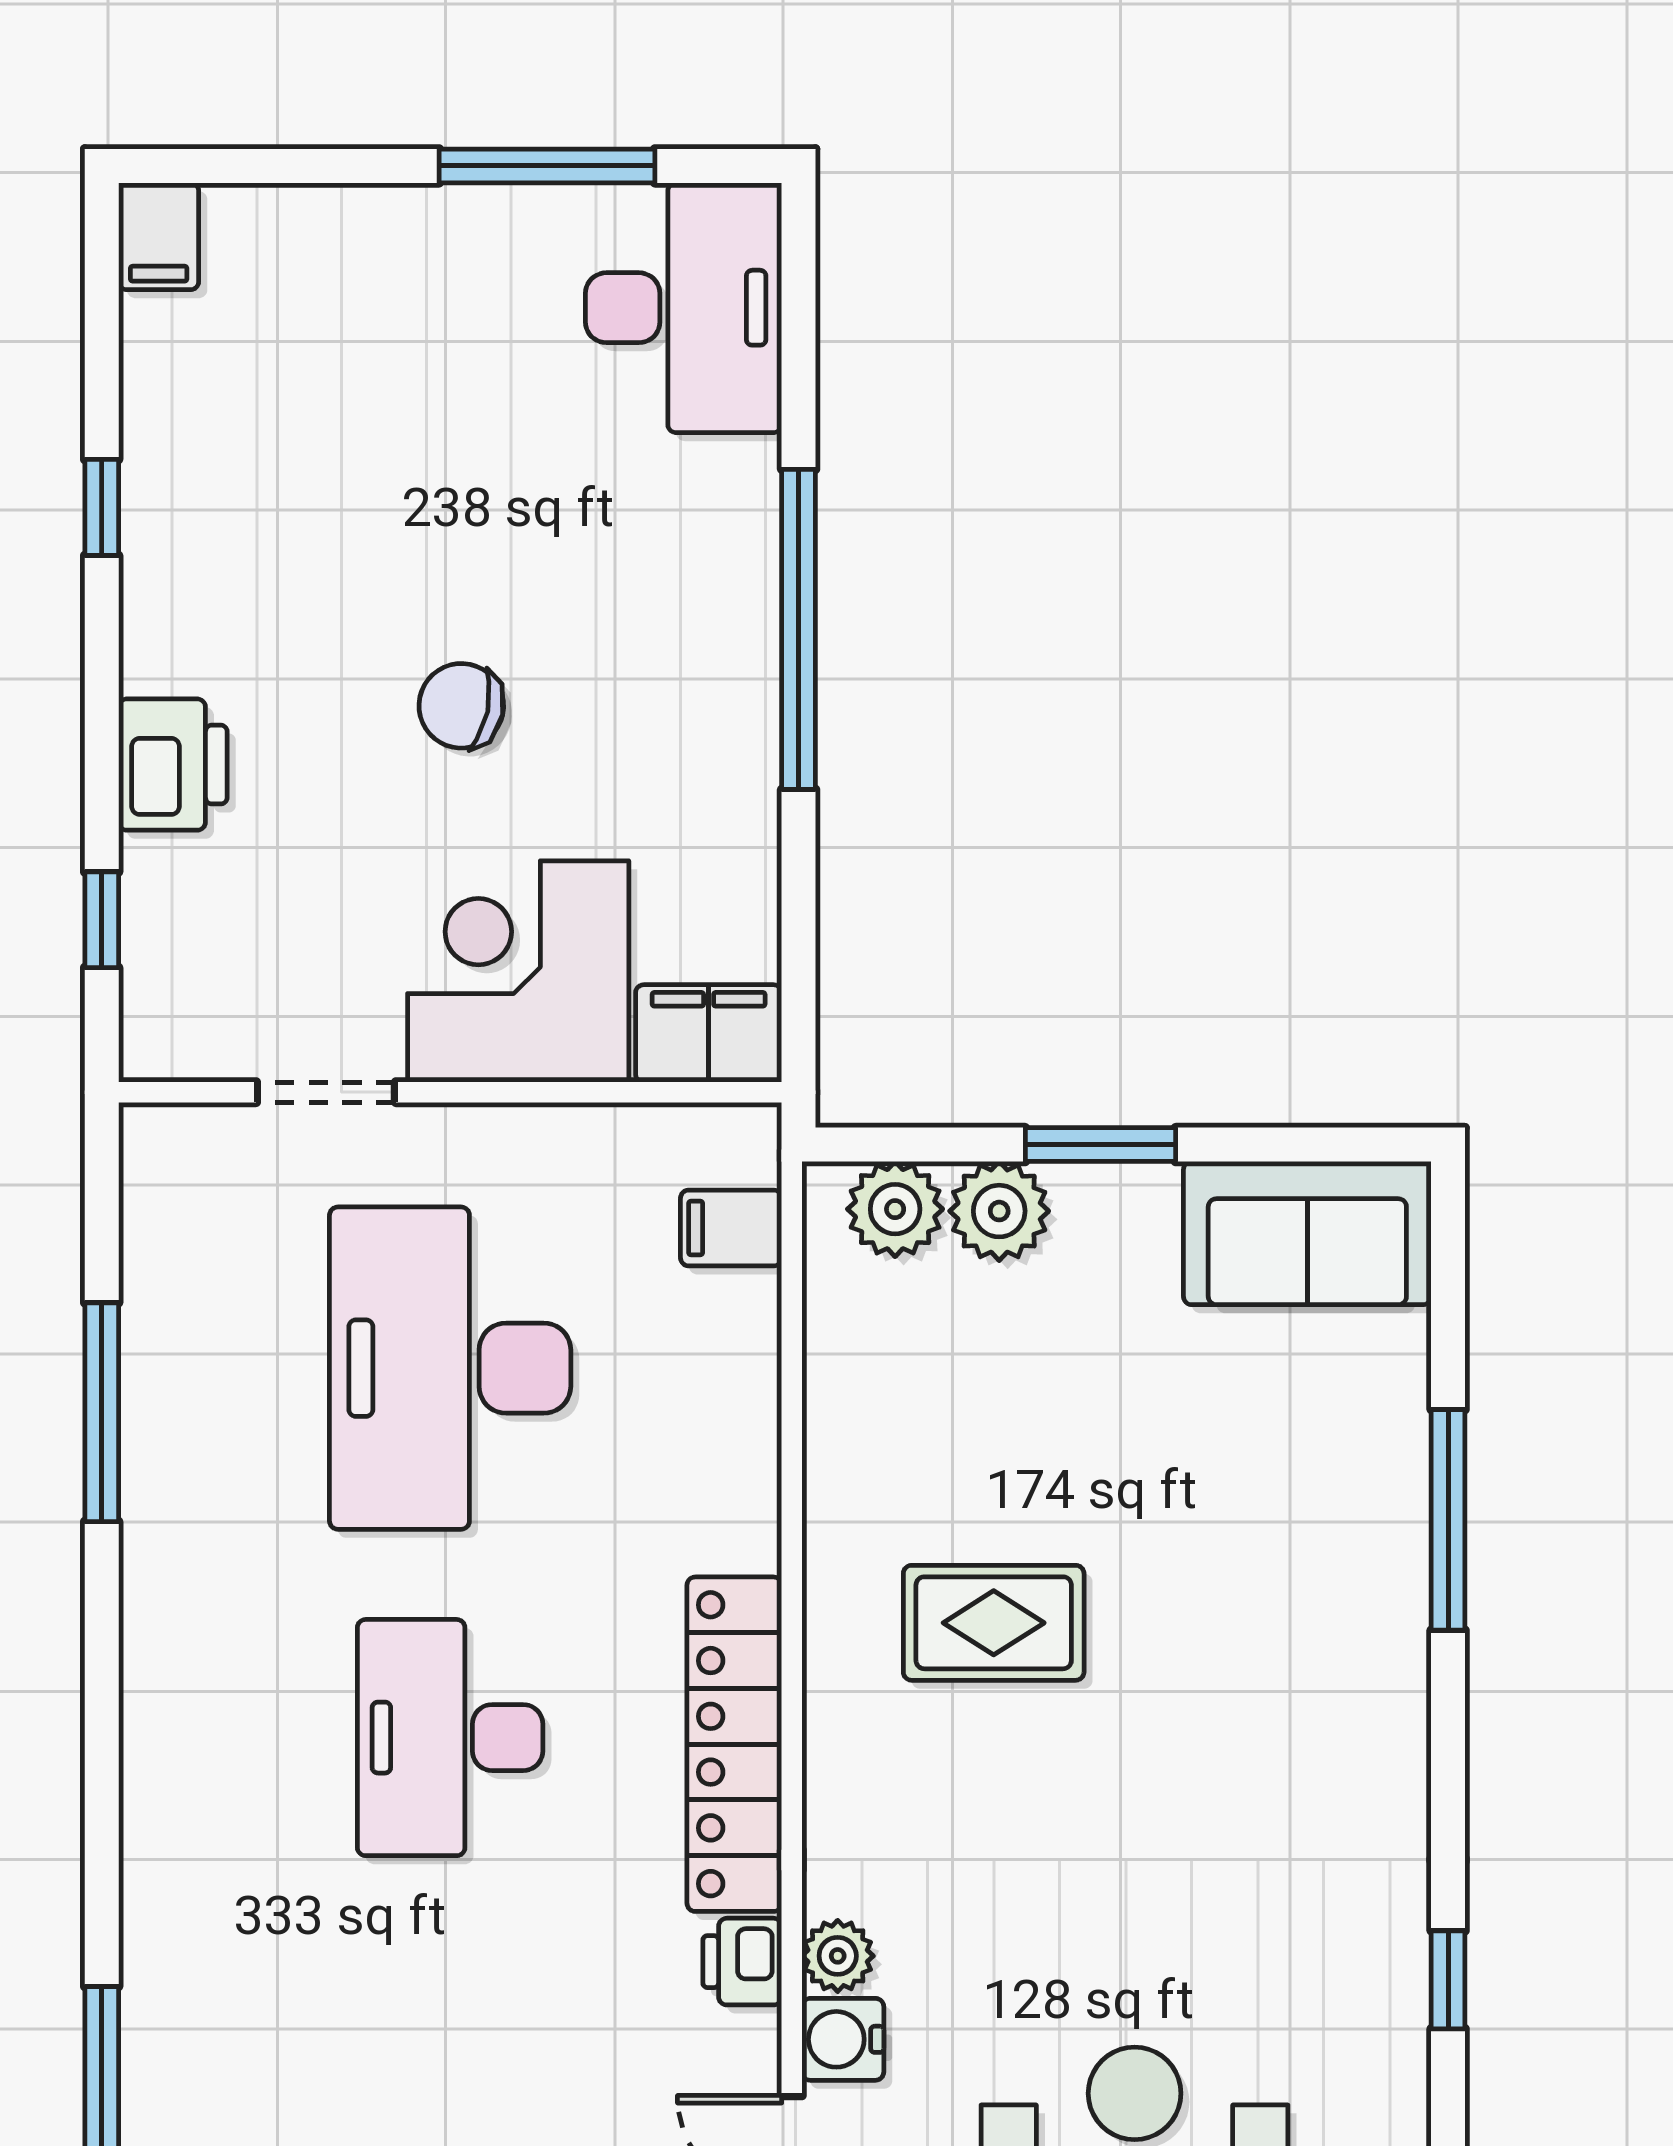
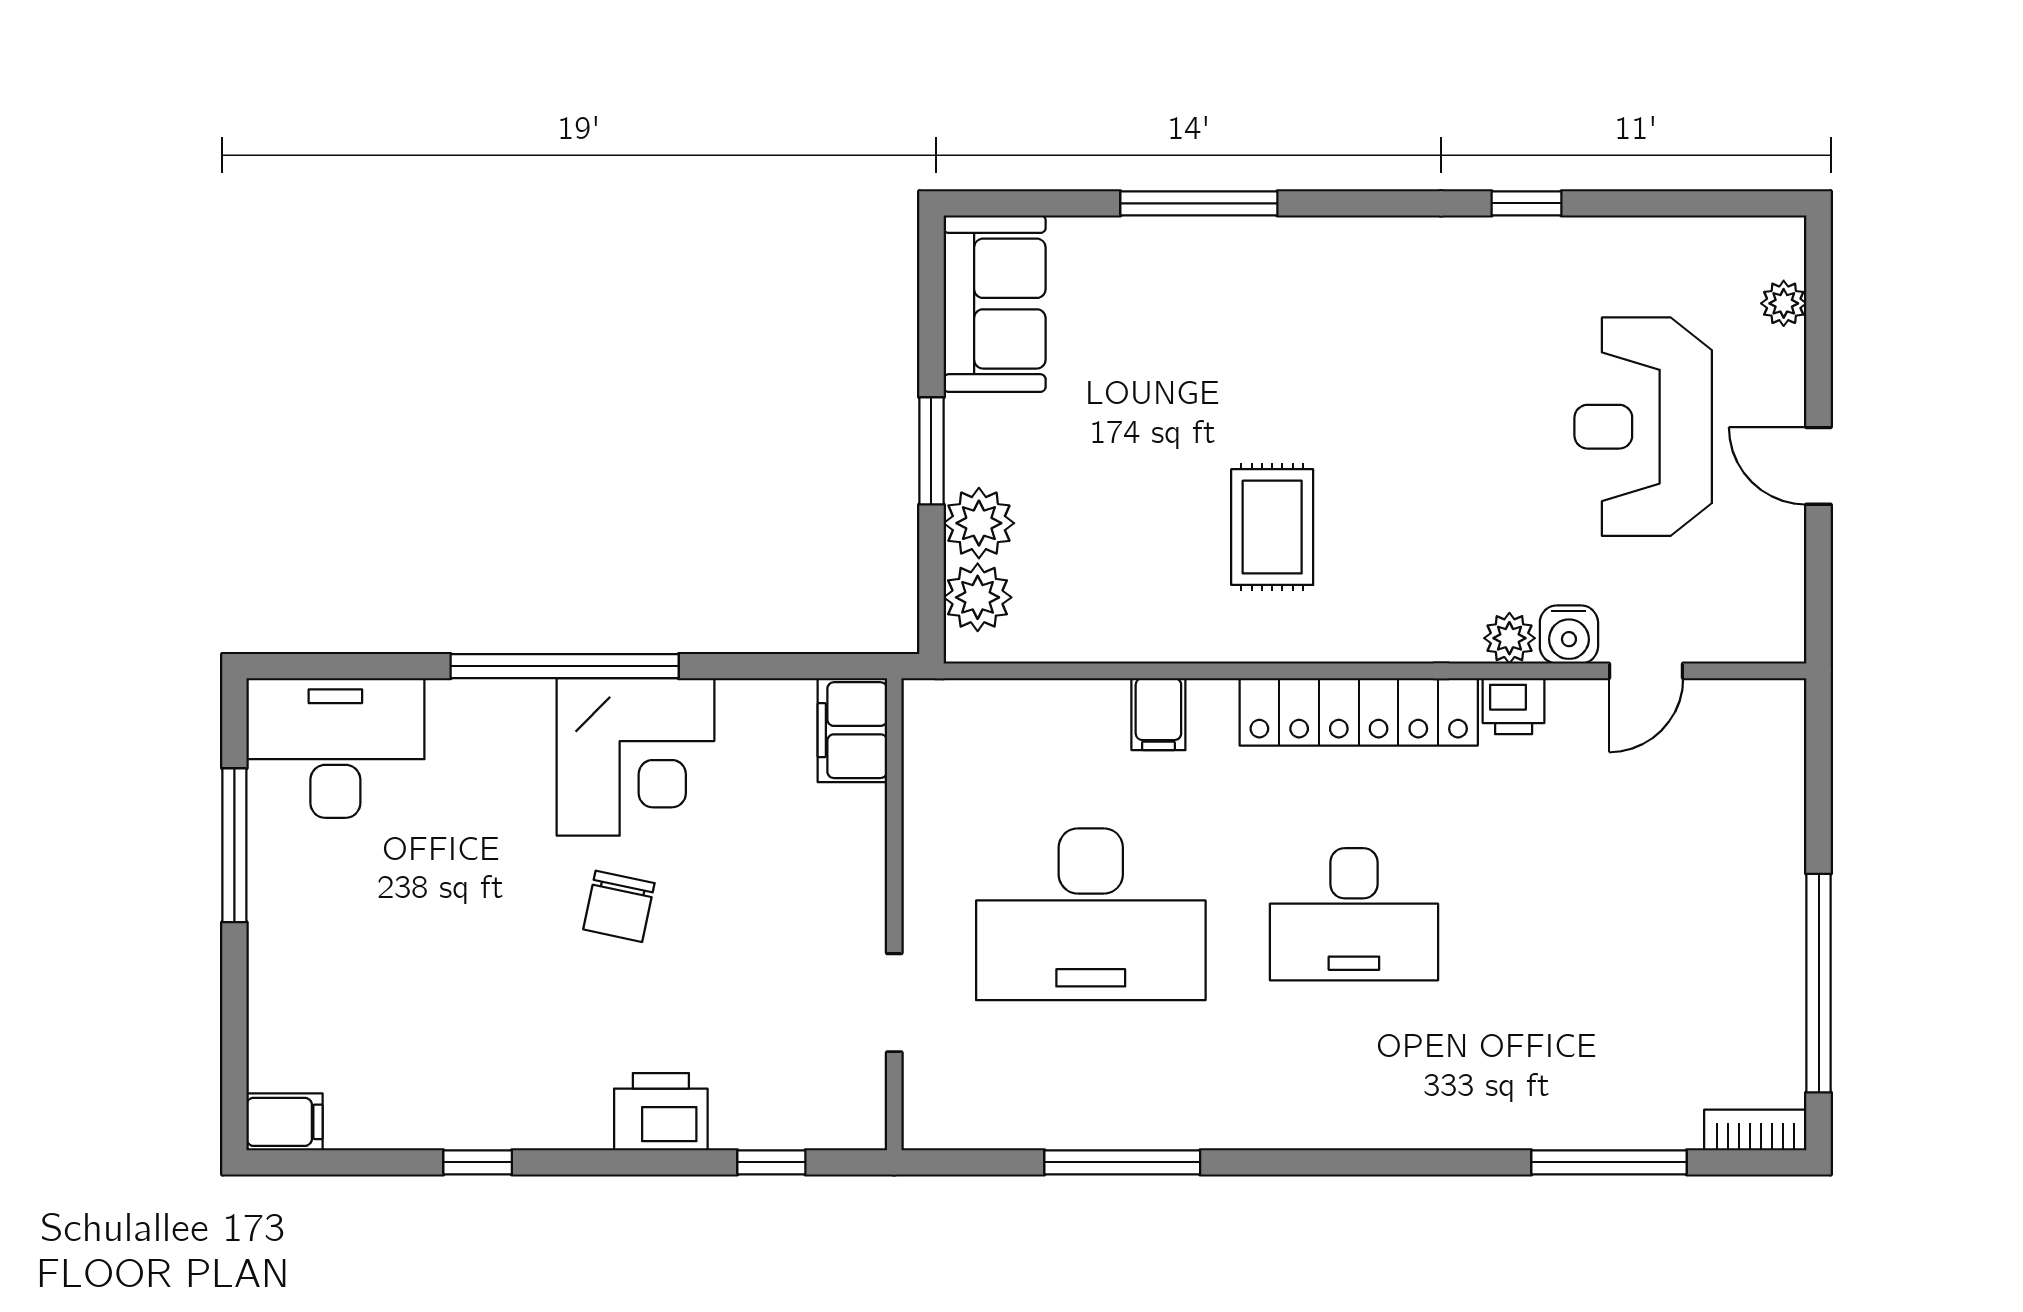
corner desk: (518, 971) -> (635, 757), moved, turned -90
filing cabinet: (731, 1228) -> (1158, 714), moved

